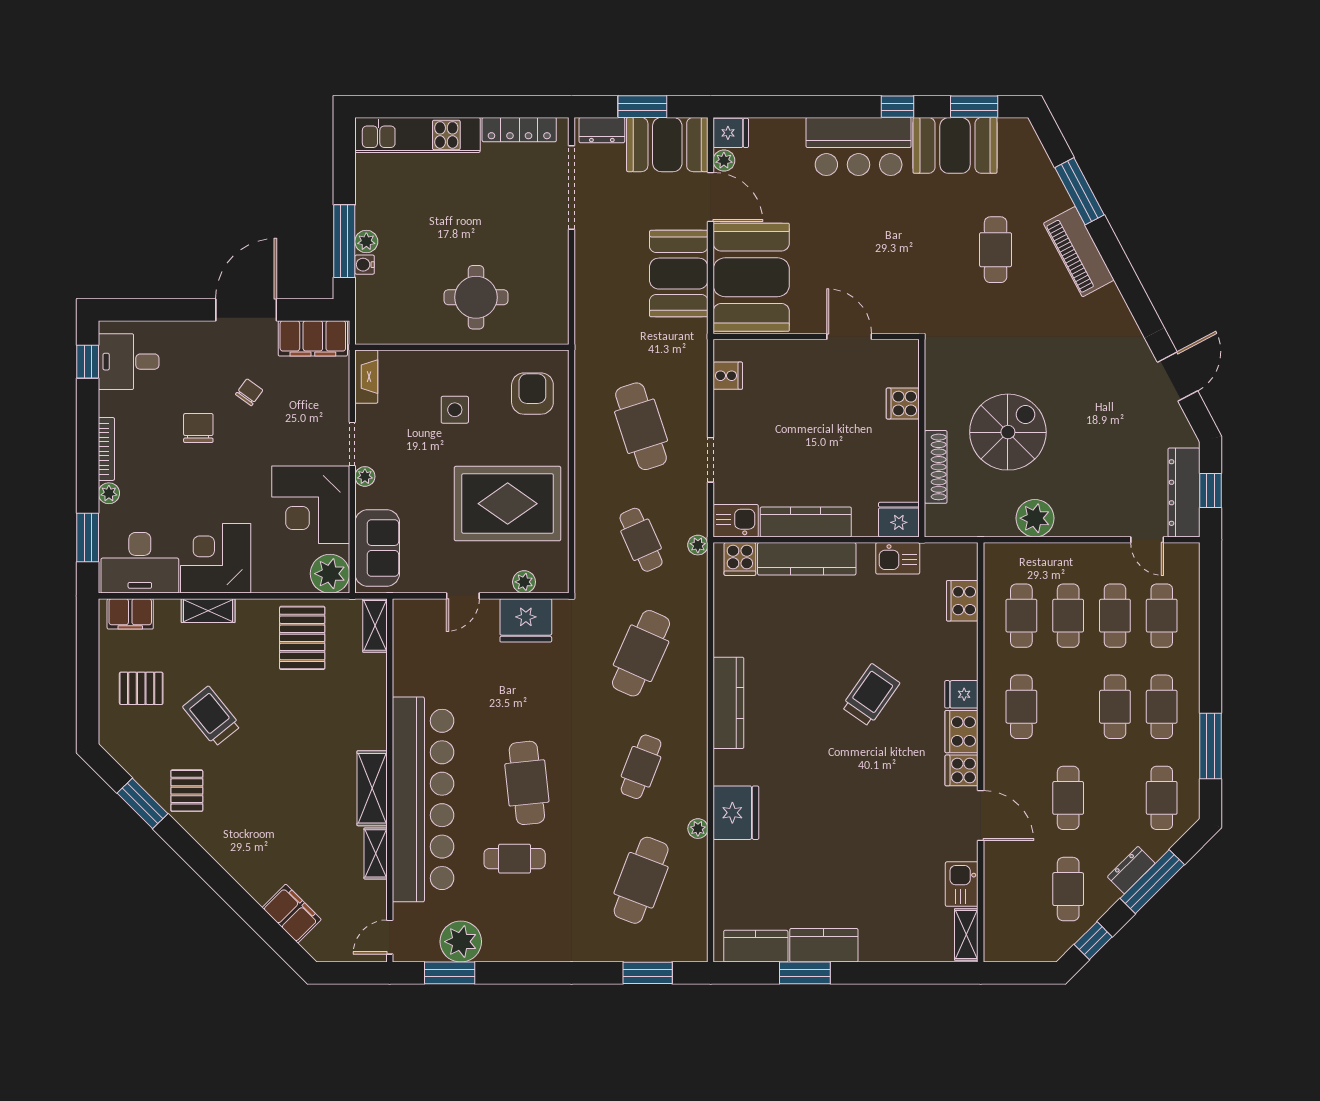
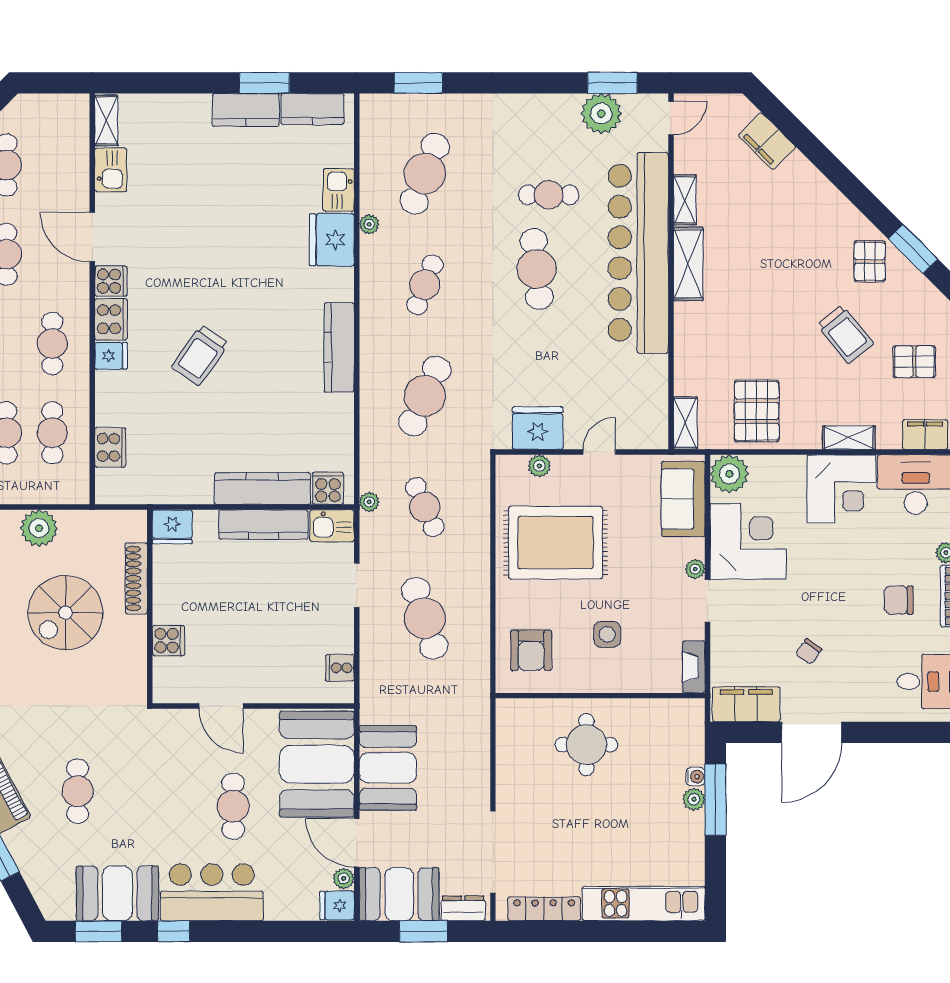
cafe table: (837, 234) -> (233, 806), added
chair: (198, 428) -> (899, 600), moved, turned 90
kitchen sink: (898, 558) -> (339, 190), moved, turned -90

